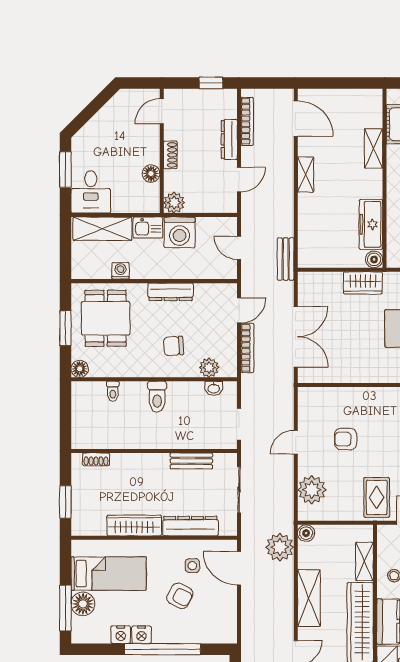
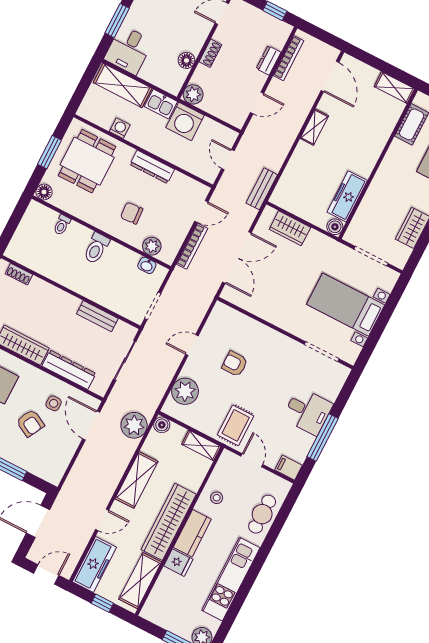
dresser: (229, 139) -> (269, 60), width x0.70
shelving: (374, 148) -> (394, 88), moved, turned 90
wardrobe: (363, 283) -> (290, 228), moved
shelving: (364, 561) -> (201, 445), moved, turned 90

